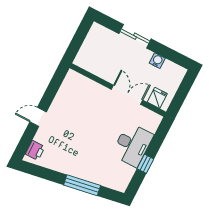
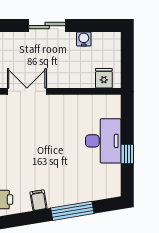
double door: (127, 95) -> (27, 91), moved
filing cabinet: (61, 164) -> (38, 200), added

